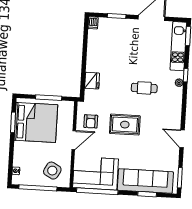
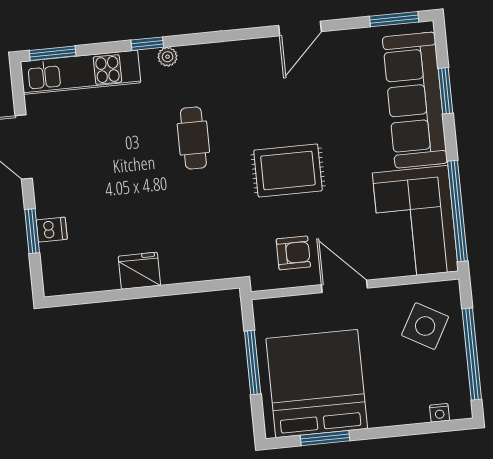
dishwasher: (93, 23) -> (52, 230), moved
fridge: (92, 81) -> (139, 271), moved
rug: (125, 125) -> (288, 170), turned 90

